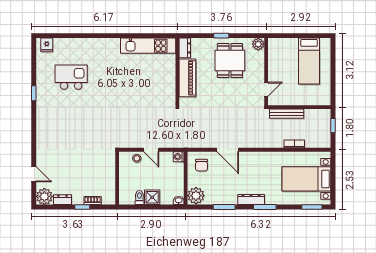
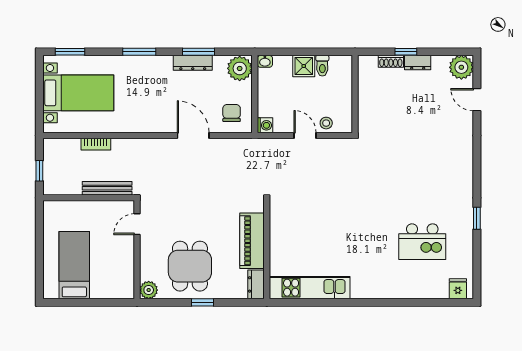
dresser: (62, 200) -> (418, 63), moved
dresser: (251, 200) -> (193, 63), moved

